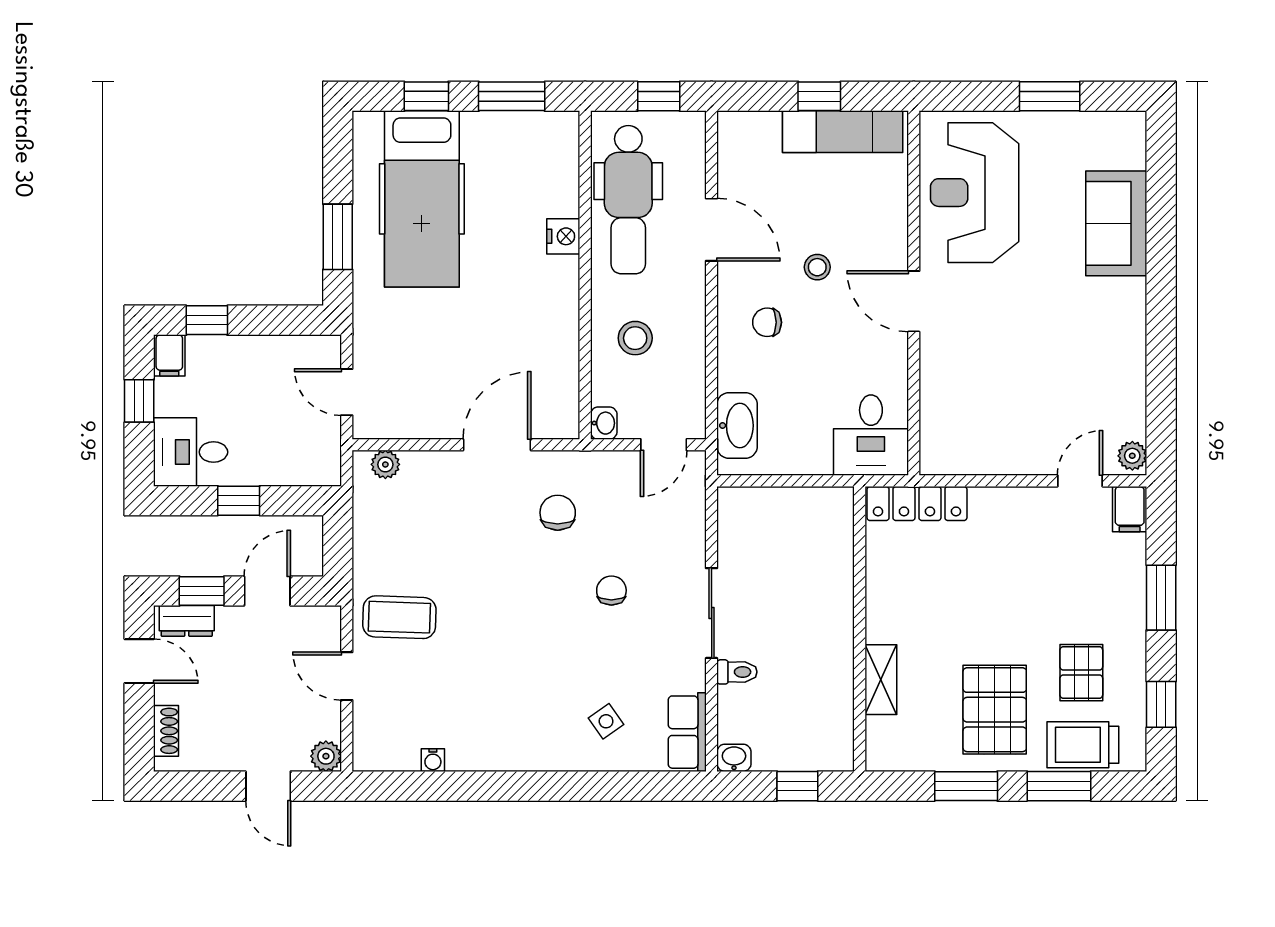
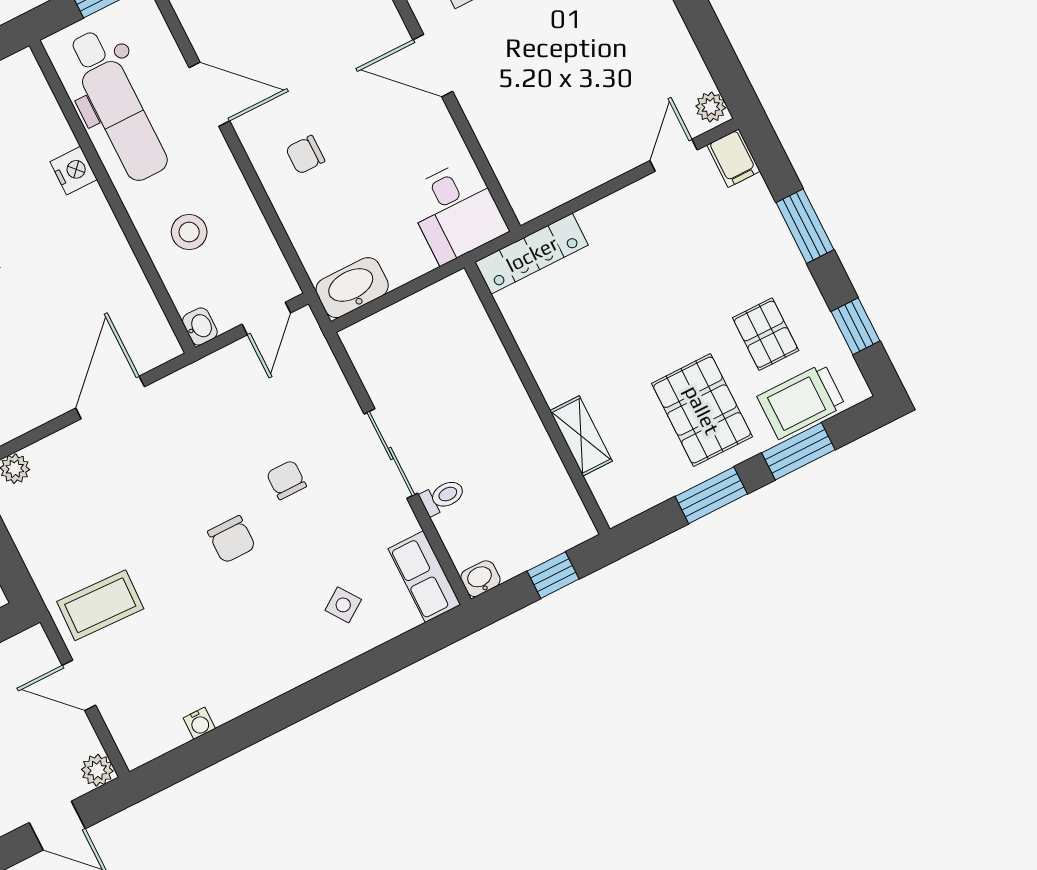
stool: (817, 267) -> (326, 79), removed
washbasin: (737, 426) -> (352, 288), moved, turned -90
chair: (558, 513) -> (232, 539), moved, turned 180

